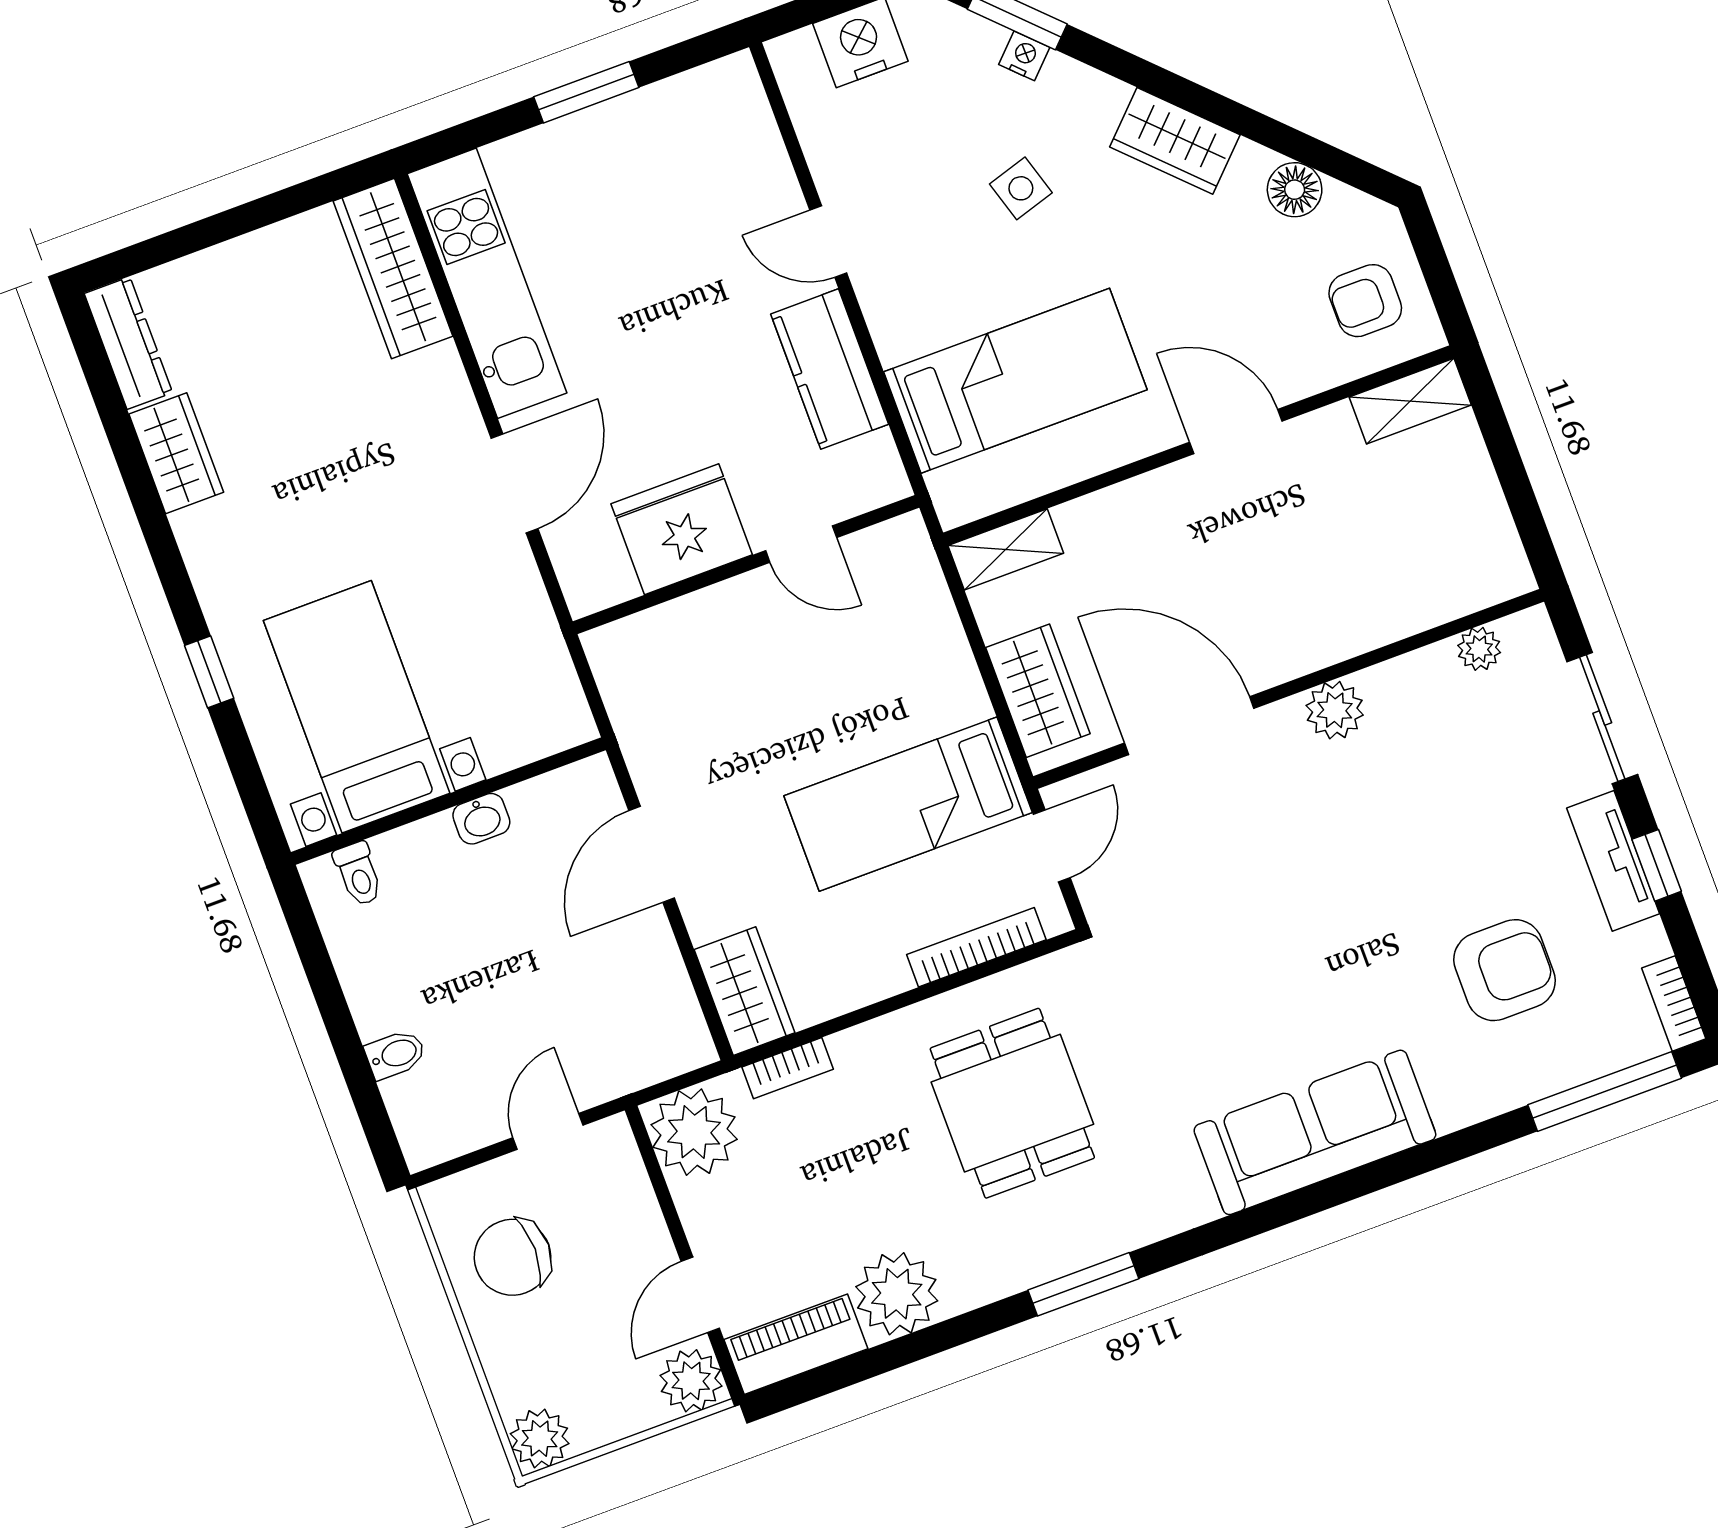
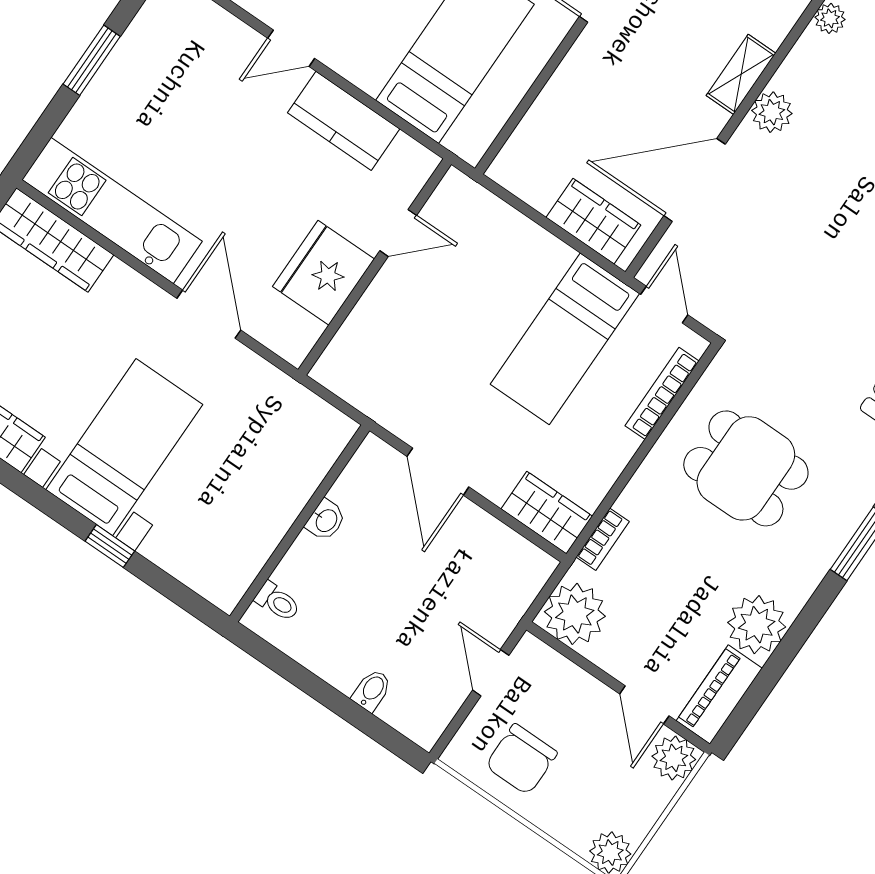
shelving: (1006, 549) -> (741, 74), moved
bed with nightstands: (357, 707) -> (124, 447), moved, turned 90

